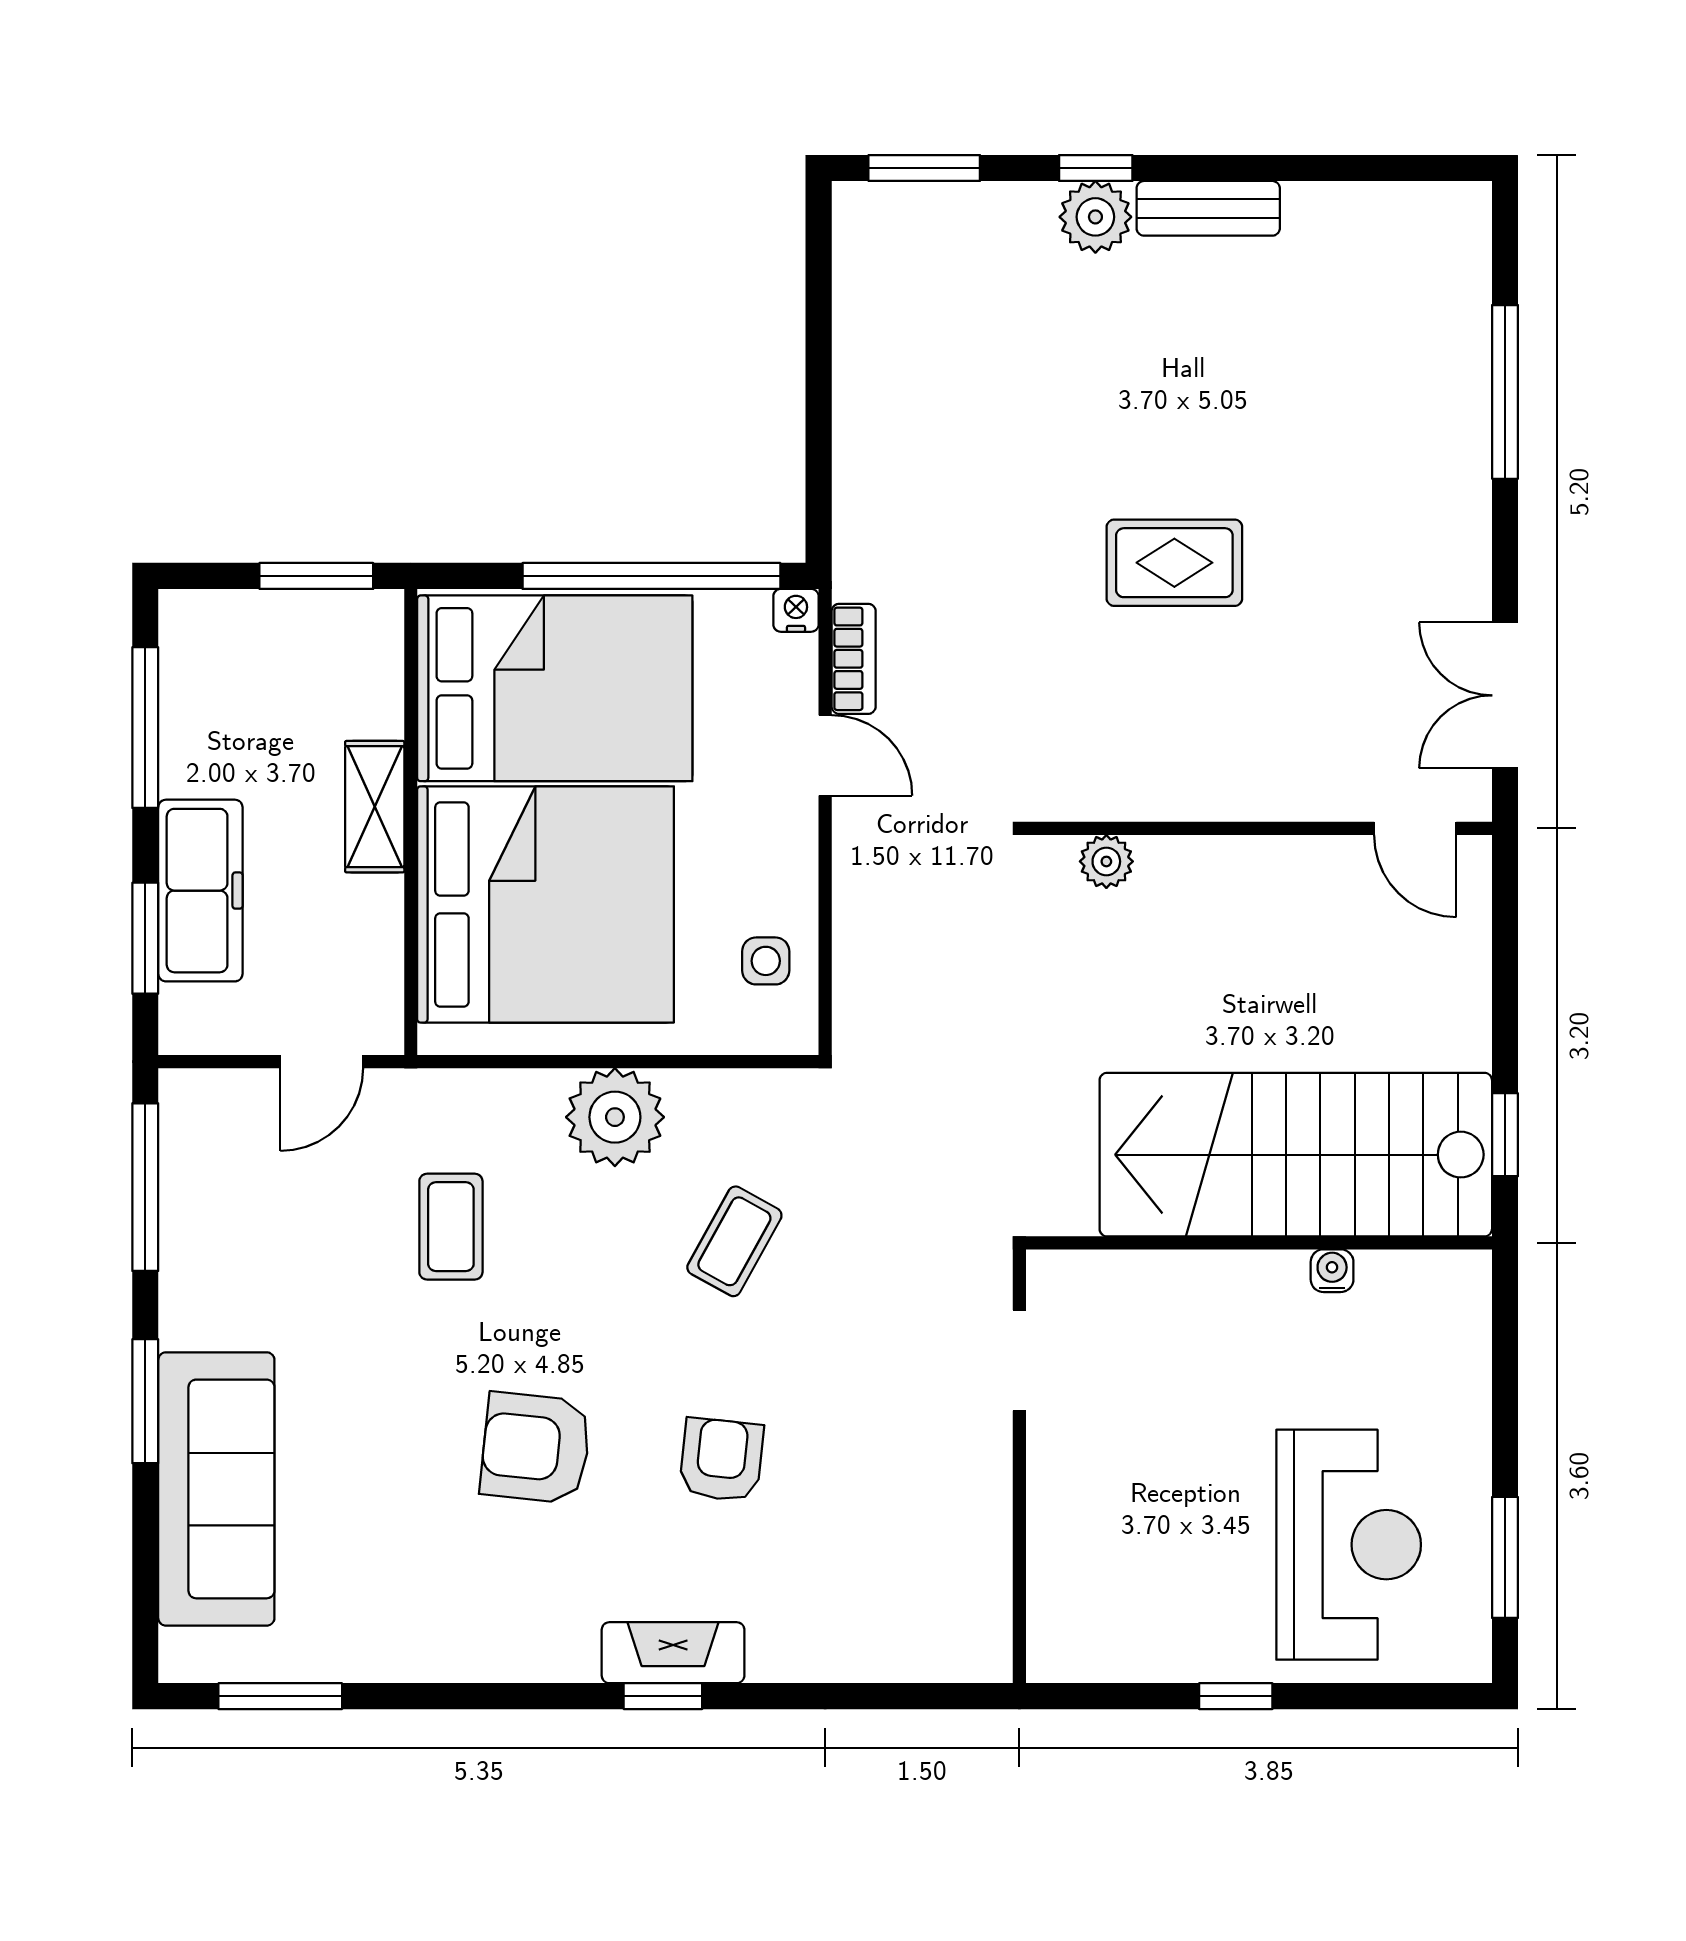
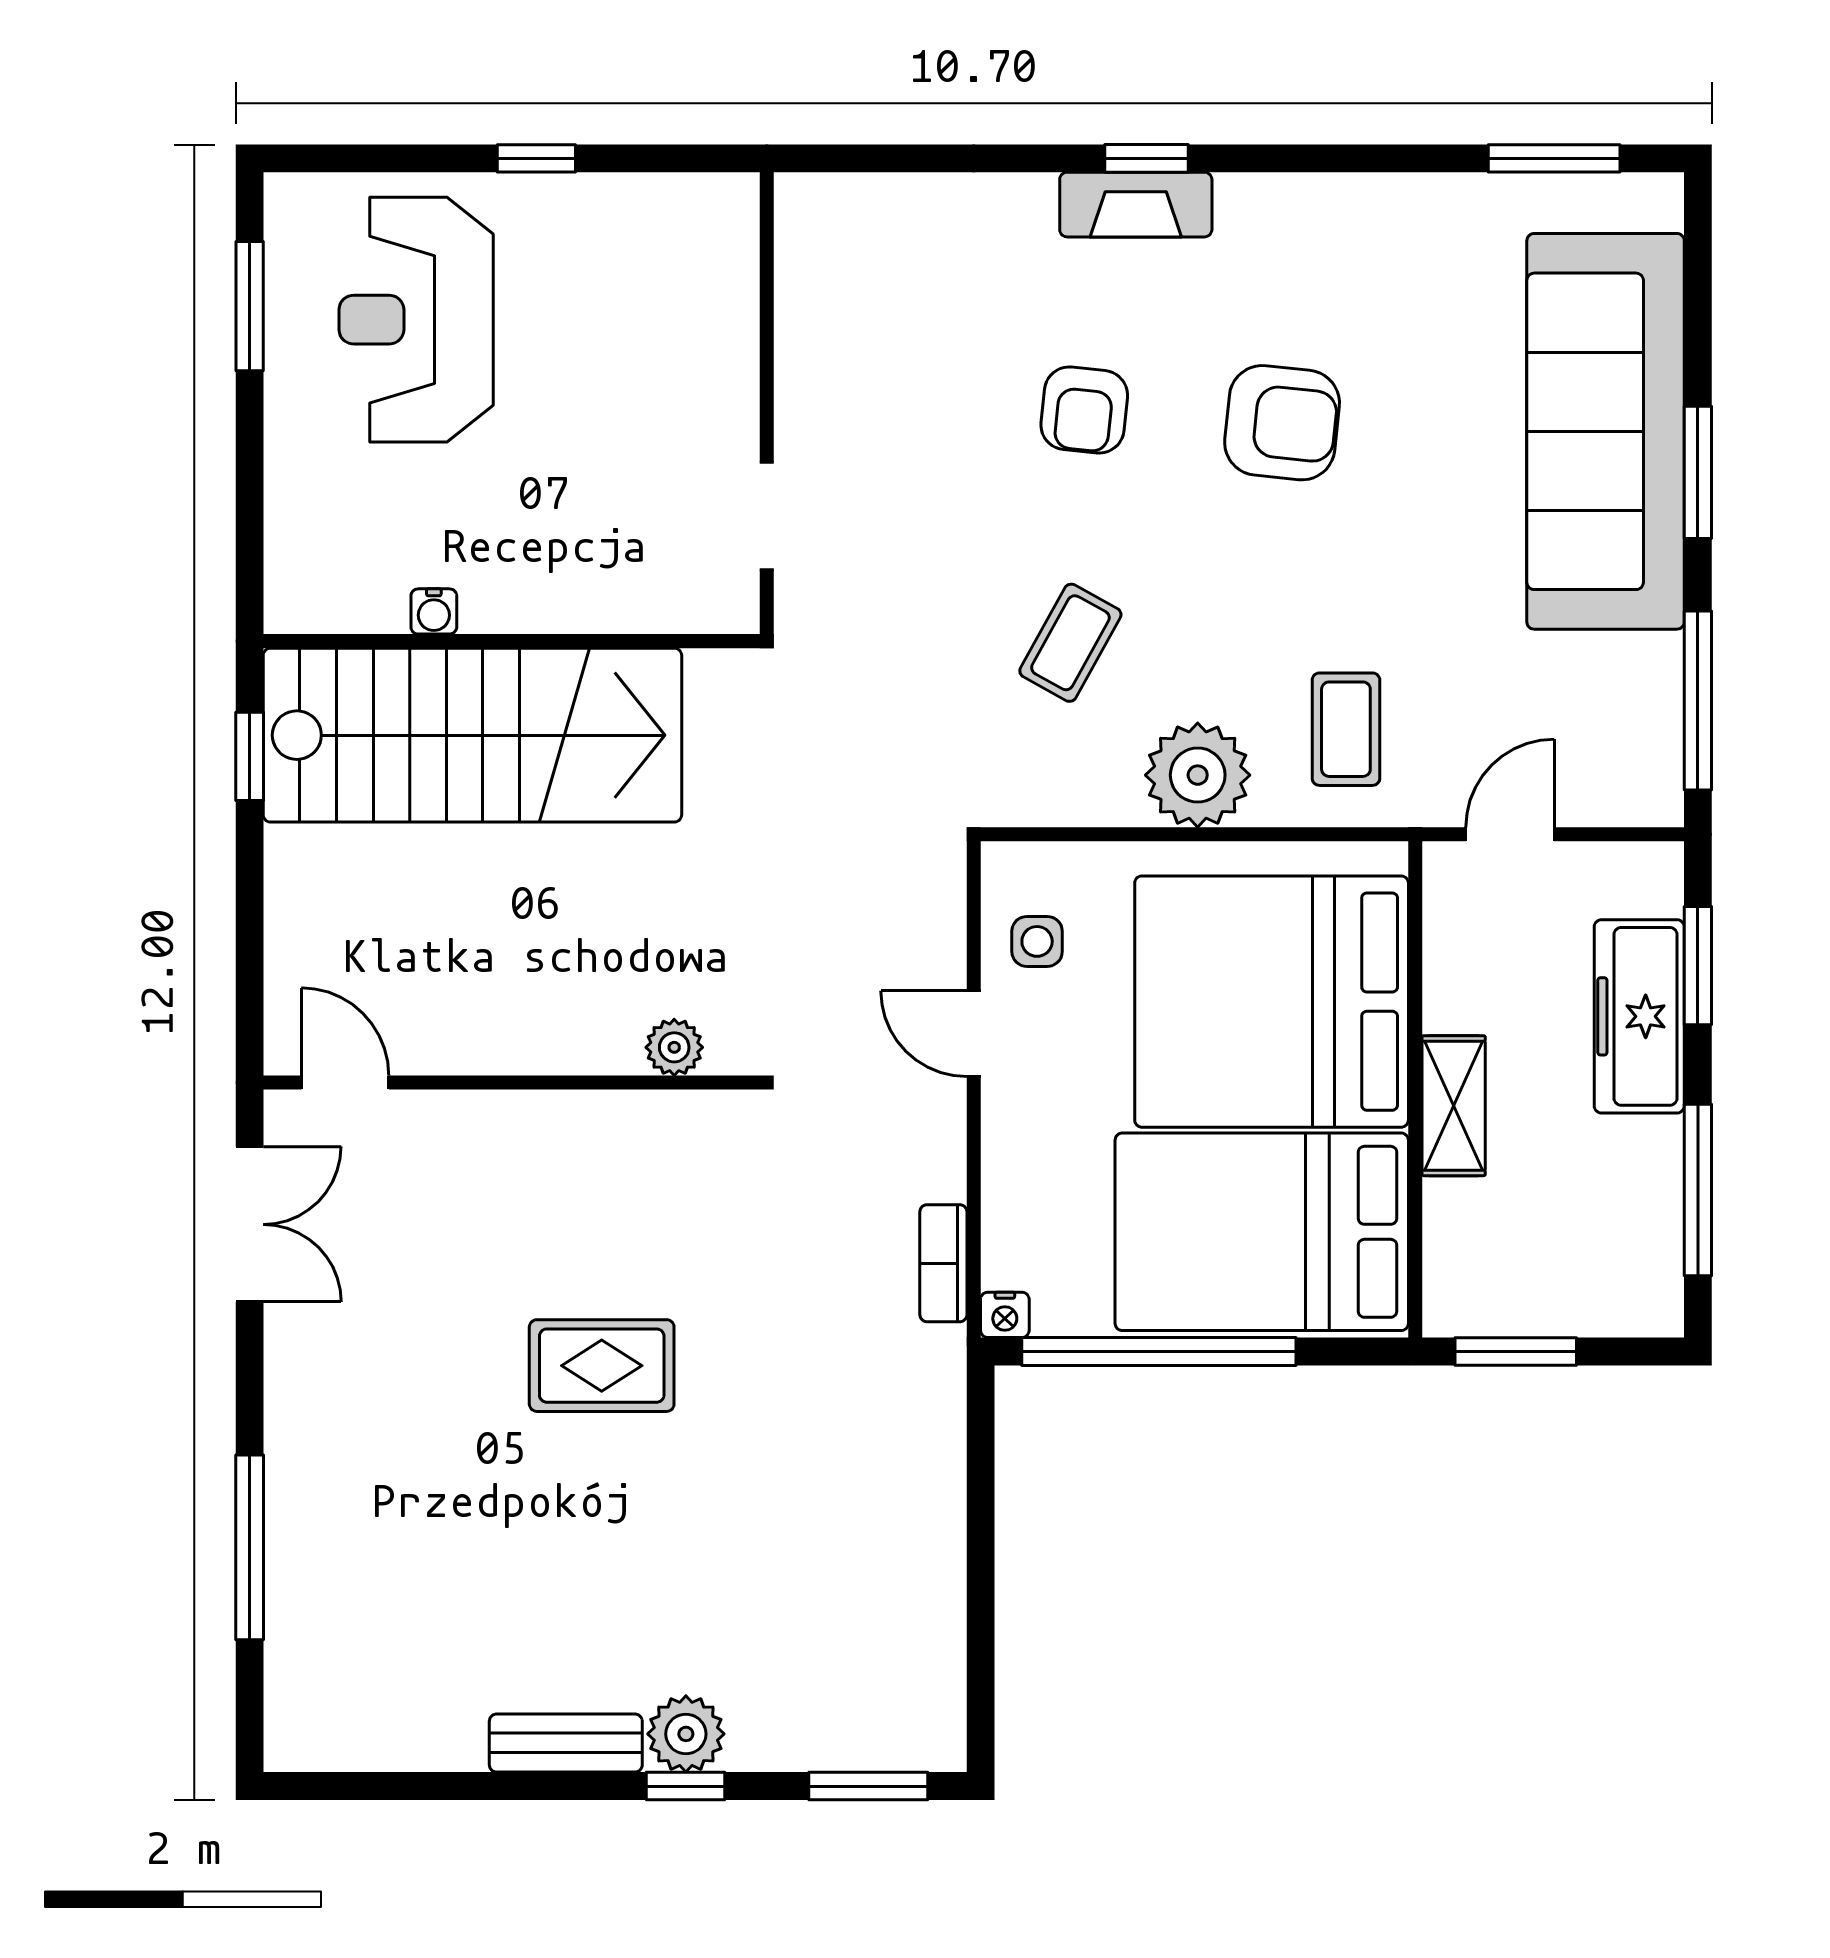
door: (825, 755) -> (974, 1034), moved
coffee table: (451, 1227) -> (1346, 729), moved
sofa: (216, 1489) -> (1606, 431), width x1.36, depth x1.27

